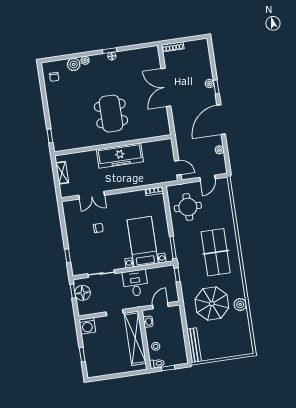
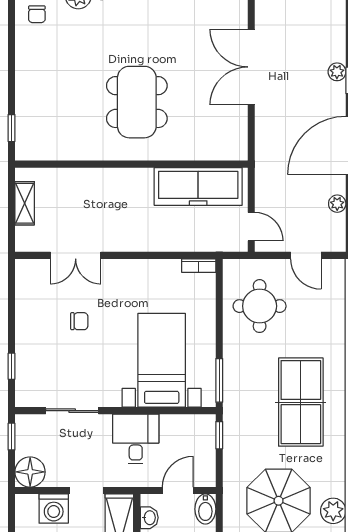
freezer: (120, 156) -> (198, 186), moved
door: (207, 178) -> (306, 255), hinge flipped
floor lamp: (83, 293) -> (30, 472), moved
bidet: (176, 313) -> (205, 509), added
washing machine: (87, 326) -> (54, 509), moved

